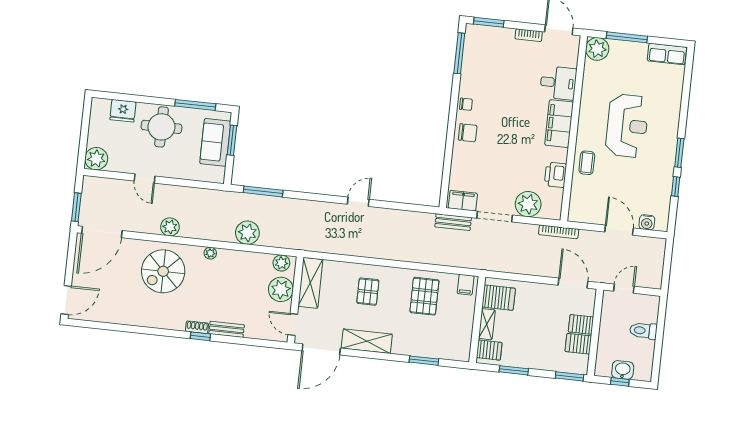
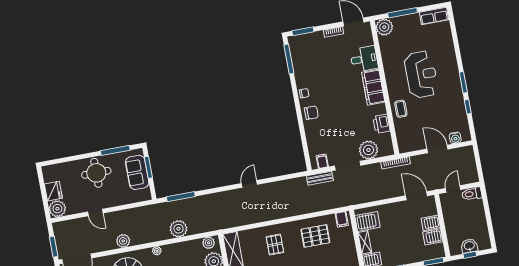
fridge: (123, 111) -> (53, 191), moved, turned -90
filing cabinet: (463, 201) -> (322, 161), width x0.50
pallet: (424, 296) -> (315, 236), turned 90
toilet: (643, 331) -> (472, 194), moved

